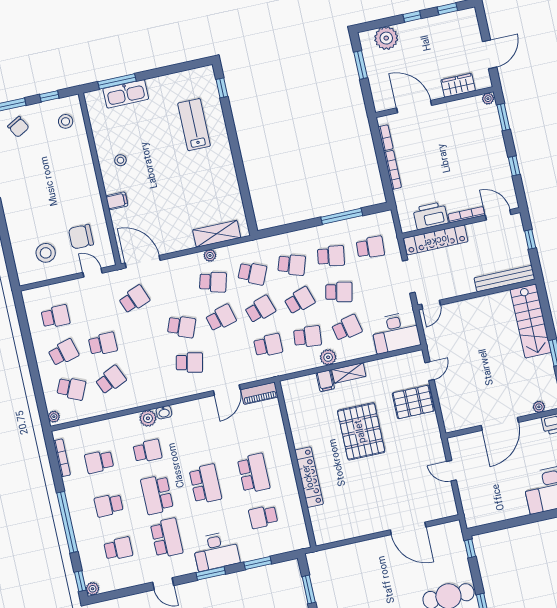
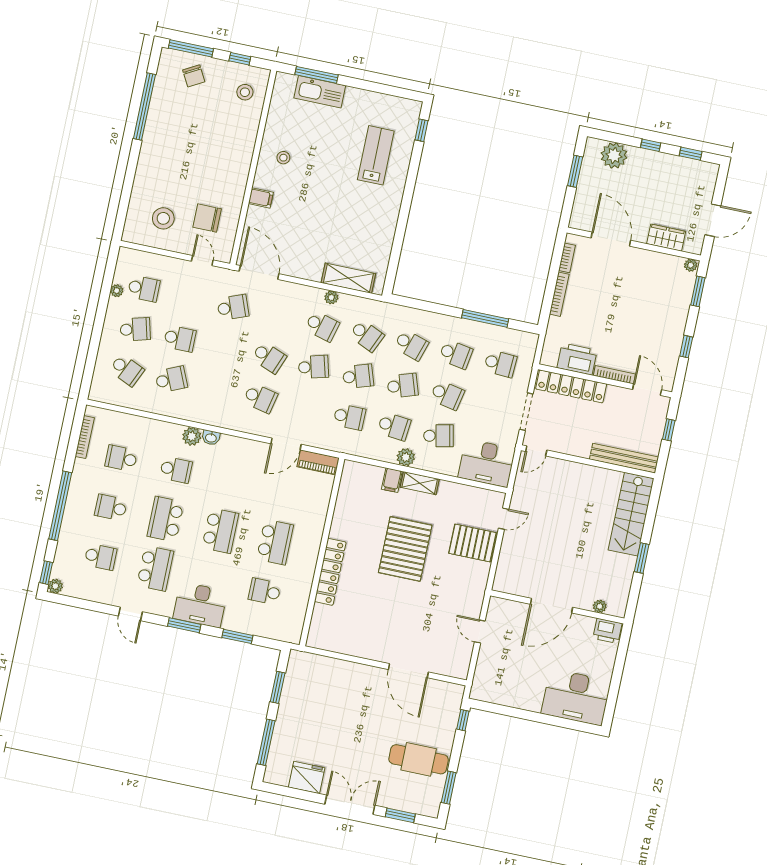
plant: (54, 417) -> (117, 291), moved

